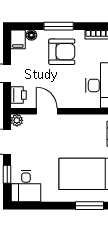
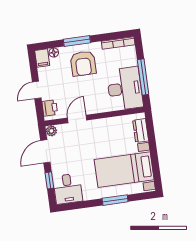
armchair: (62, 52) -> (83, 64), turned 90
door: (47, 111) -> (77, 119), hinge flipped
window: (89, 206) -> (115, 200), moved

